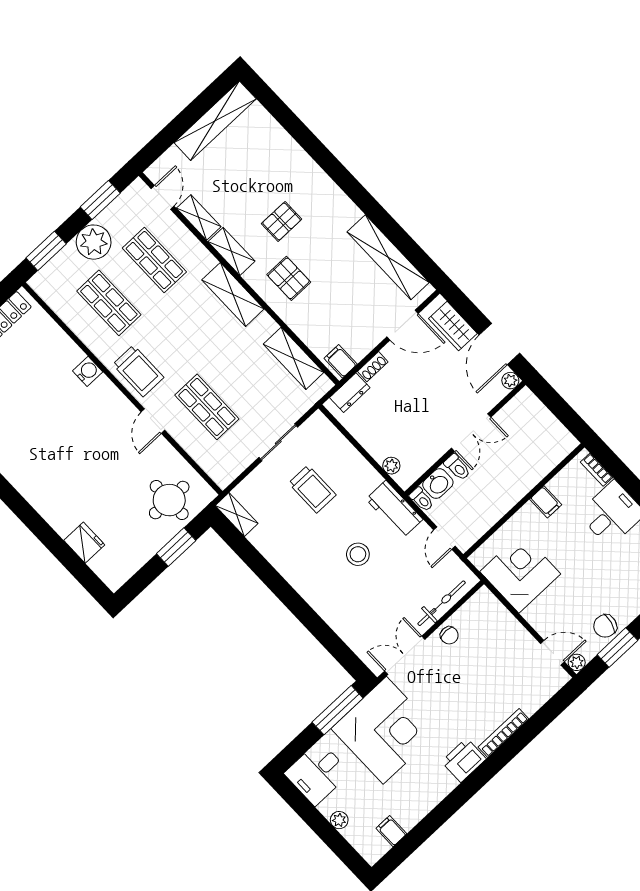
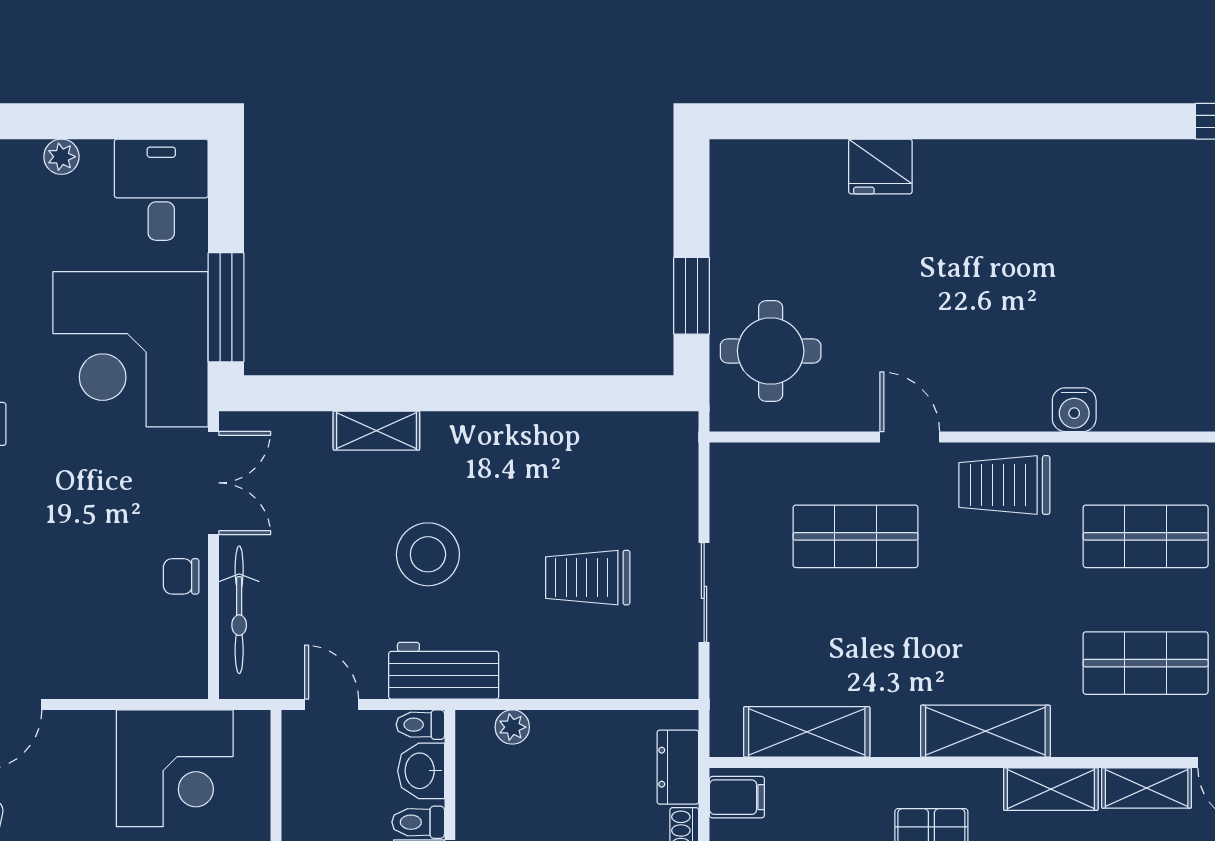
shelving: (237, 514) -> (376, 431), moved
fridge: (84, 543) -> (880, 166), moved
stool: (358, 554) -> (428, 554), width x1.38, depth x1.38

